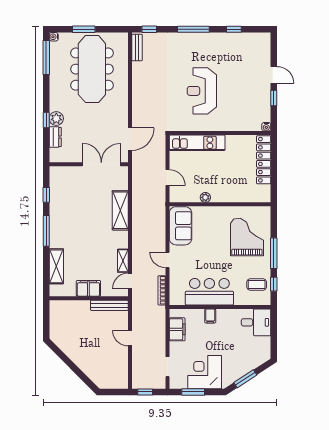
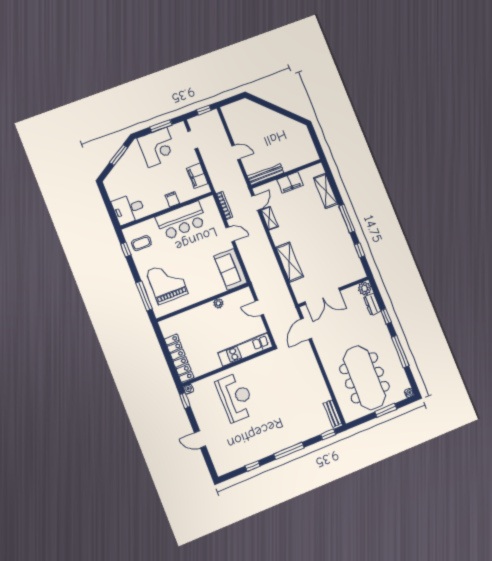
window: (46, 57) -> (400, 351), moved
reception desk: (202, 91) -> (236, 397), moved
window: (274, 98) -> (185, 401), moved
plant: (56, 119) -> (365, 288), moved
grand piano: (247, 237) -> (167, 282), turned 180
window: (274, 253) -> (144, 296), moved

